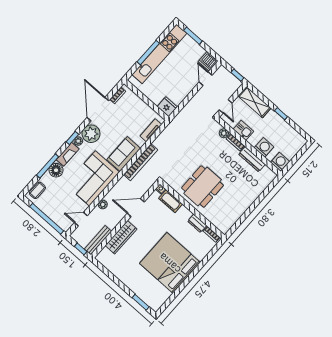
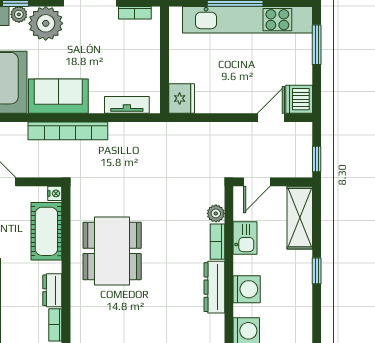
dining table: (203, 187) -> (112, 251), turned 90
cot: (171, 201) -> (46, 231), width x1.37, depth x1.34

